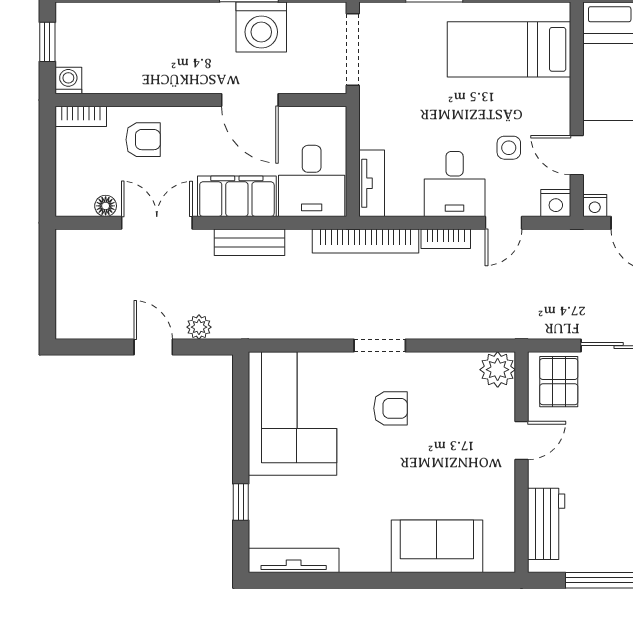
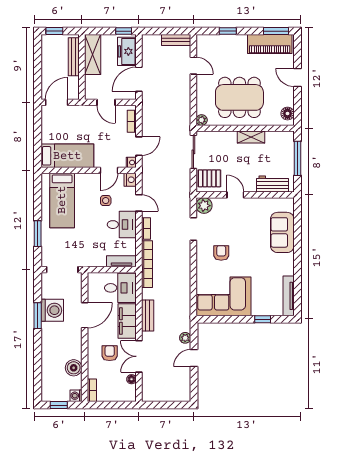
boiler: (131, 75) -> (74, 368), added
armchair: (143, 140) -> (110, 353), moved
doorway: (380, 346) -> (193, 229), moved

